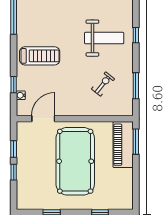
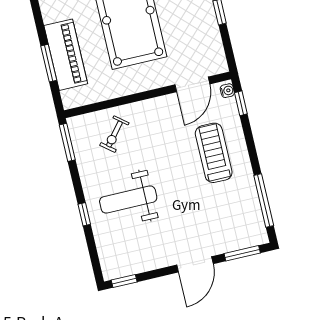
treadmill: (40, 56) -> (214, 153), turned 90
door: (43, 119) -> (192, 84), moved
wall: (75, 119) -> (148, 95), moved

